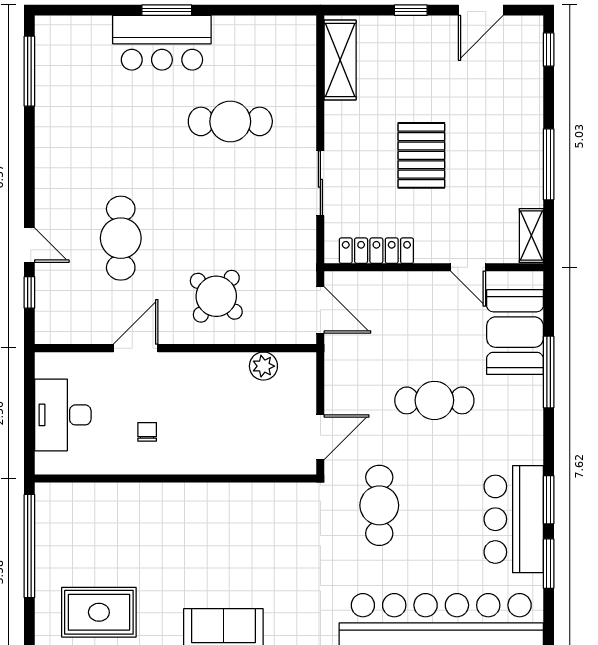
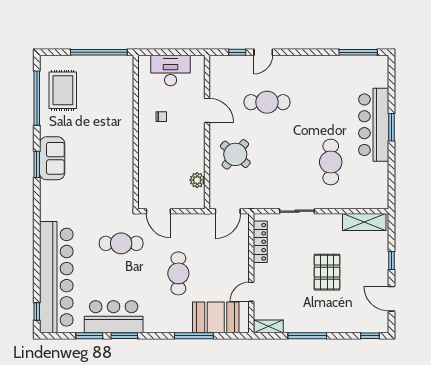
bar counter: (162, 43) -> (374, 125), width x1.36
pallet: (421, 155) -> (327, 272), moved, turned 90

